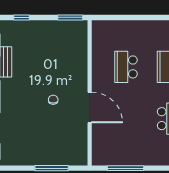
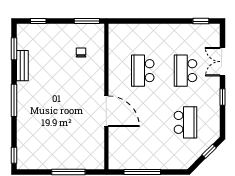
chair: (53, 100) -> (81, 52), moved

